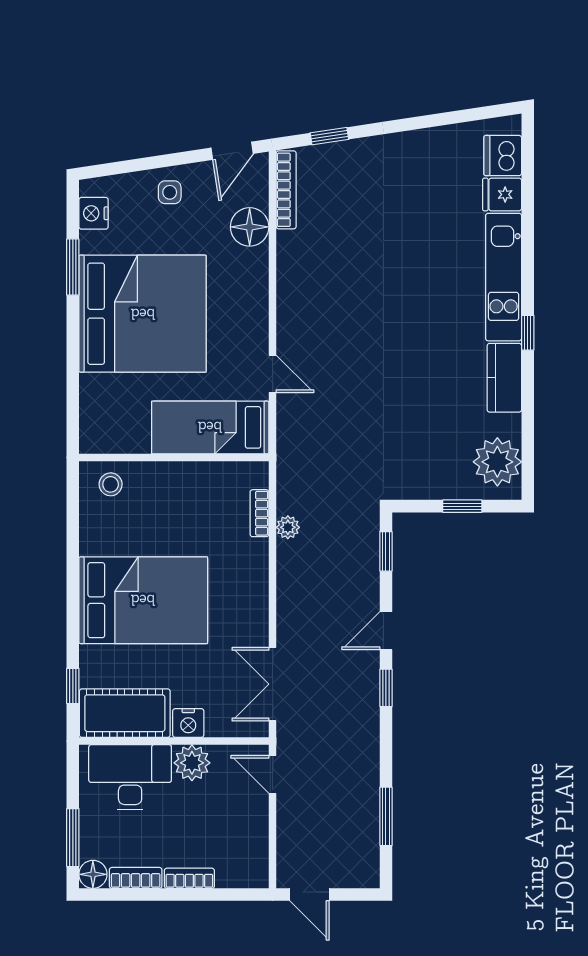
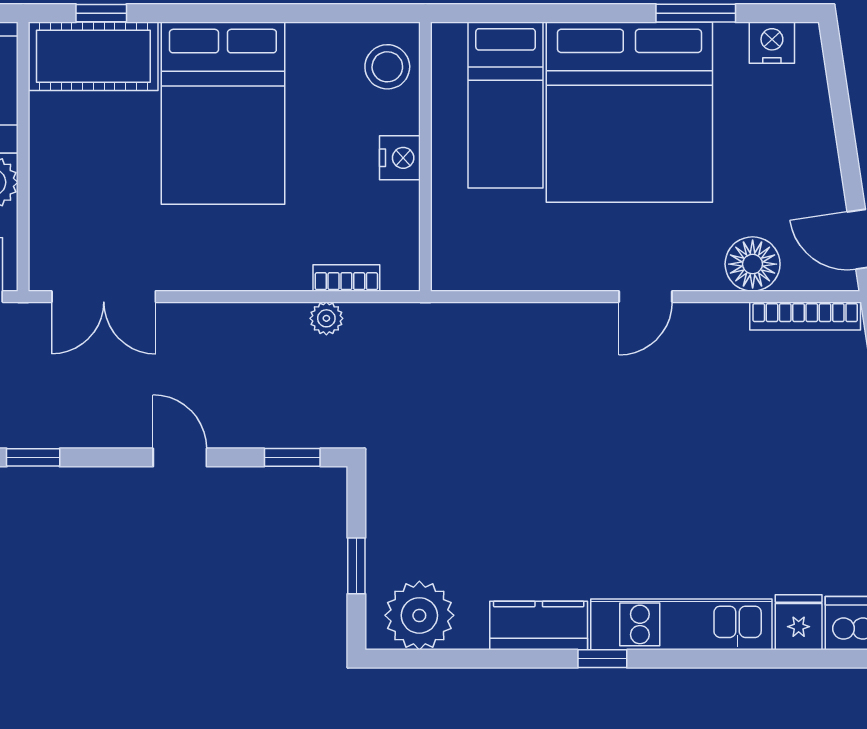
side table: (170, 192) -> (802, 151), removed
door: (273, 374) -> (645, 297), moved
bed: (210, 427) -> (506, 105), moved, turned 180
stool: (111, 484) -> (387, 67), width x1.37, depth x1.37
double door: (273, 684) -> (104, 297), swing flipped
window: (386, 688) -> (33, 457), moved
cot: (125, 713) -> (93, 56), moved, turned 90
nightstand: (188, 723) -> (400, 158), moved, turned 180

